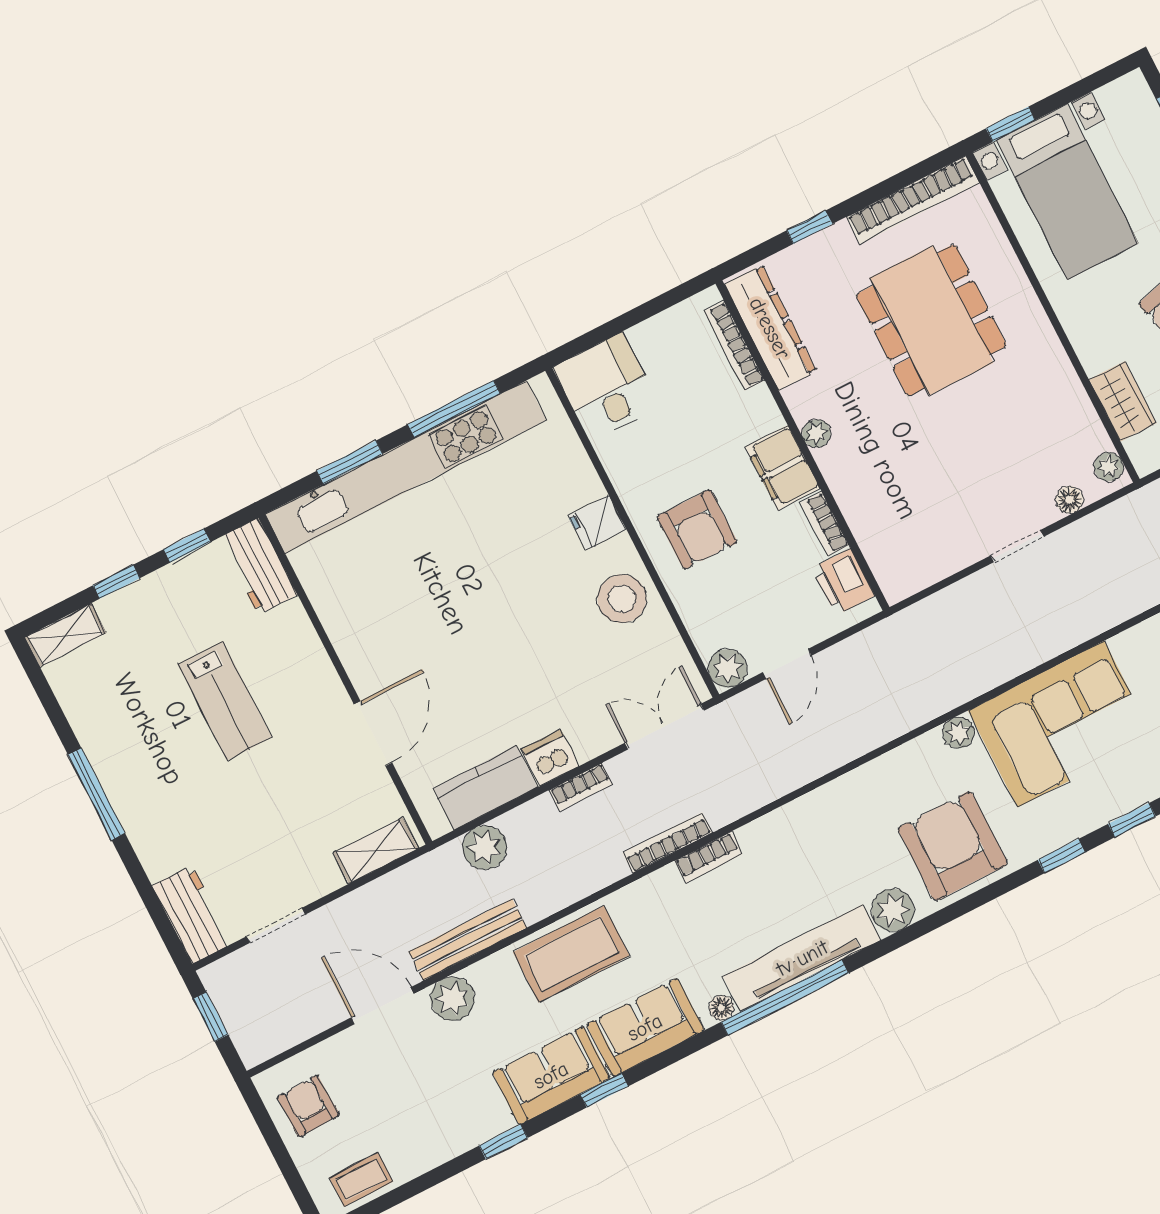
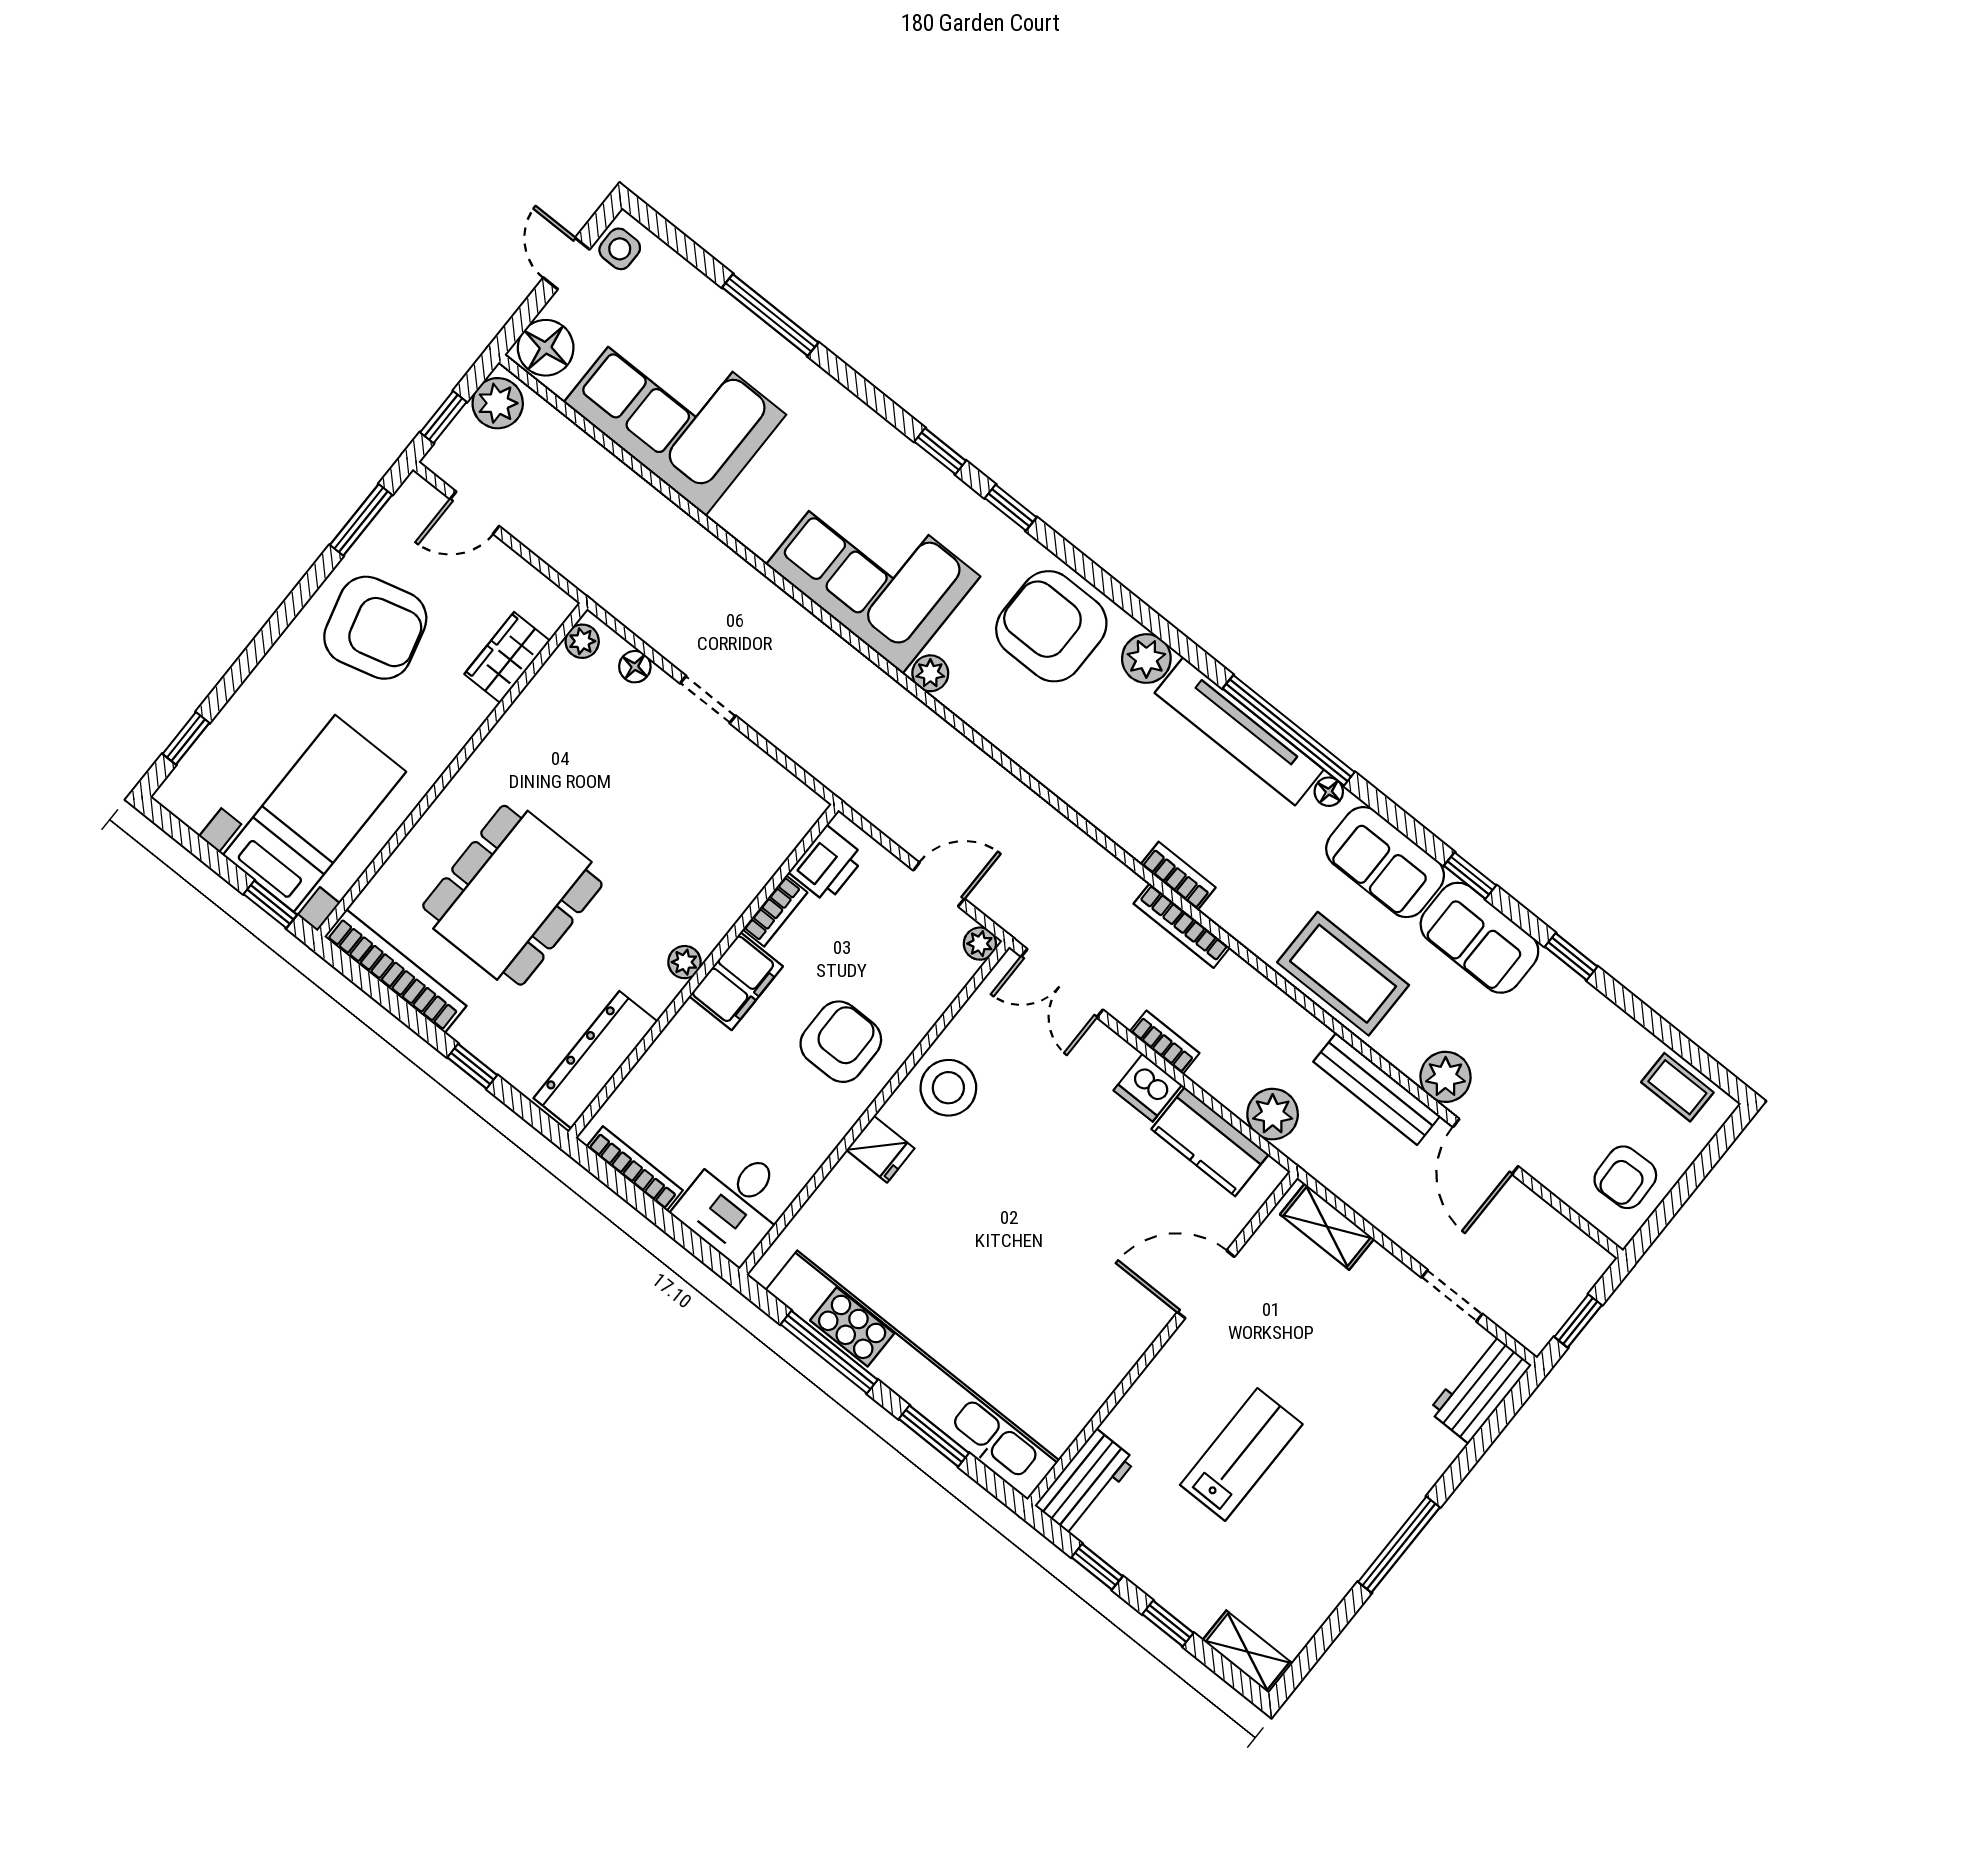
bookcase: (734, 346) -> (635, 1168), moved, turned -90
plant: (728, 668) -> (980, 944), width x0.73, depth x0.73
armchair: (953, 846) -> (1051, 626), turned 90

